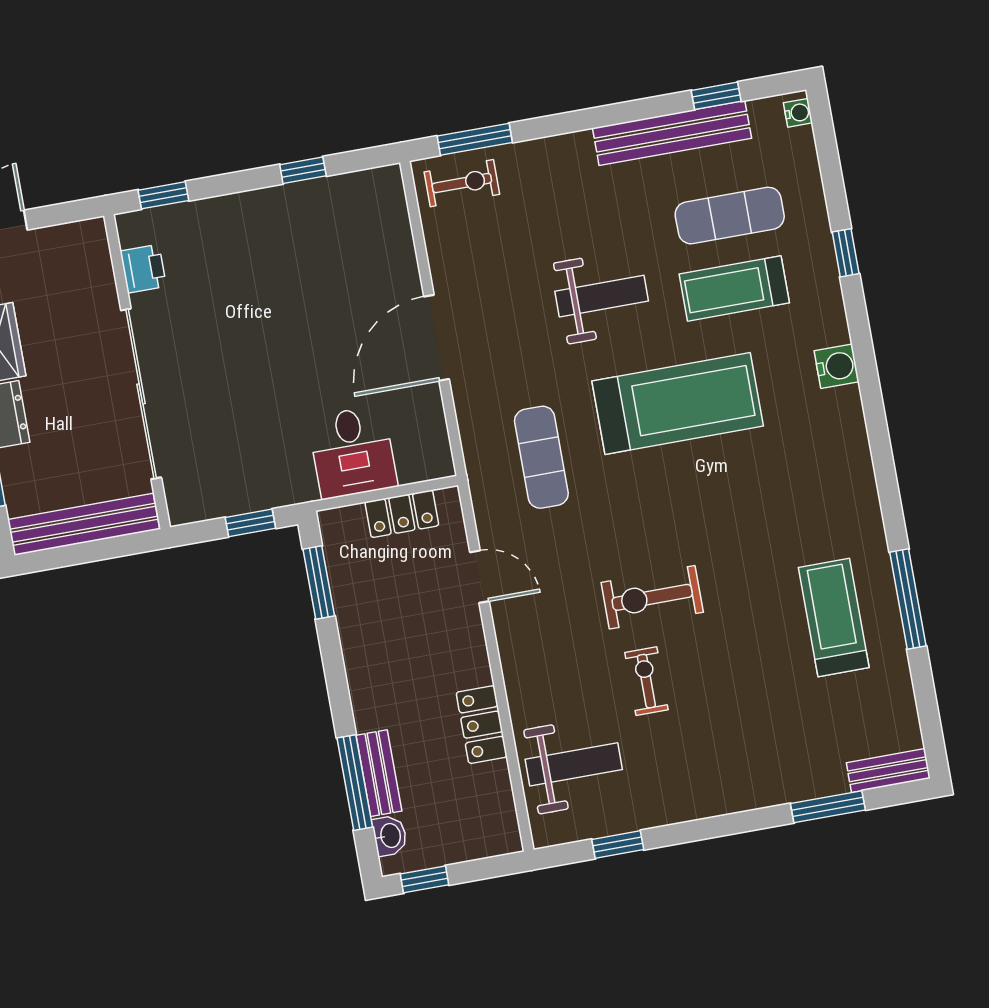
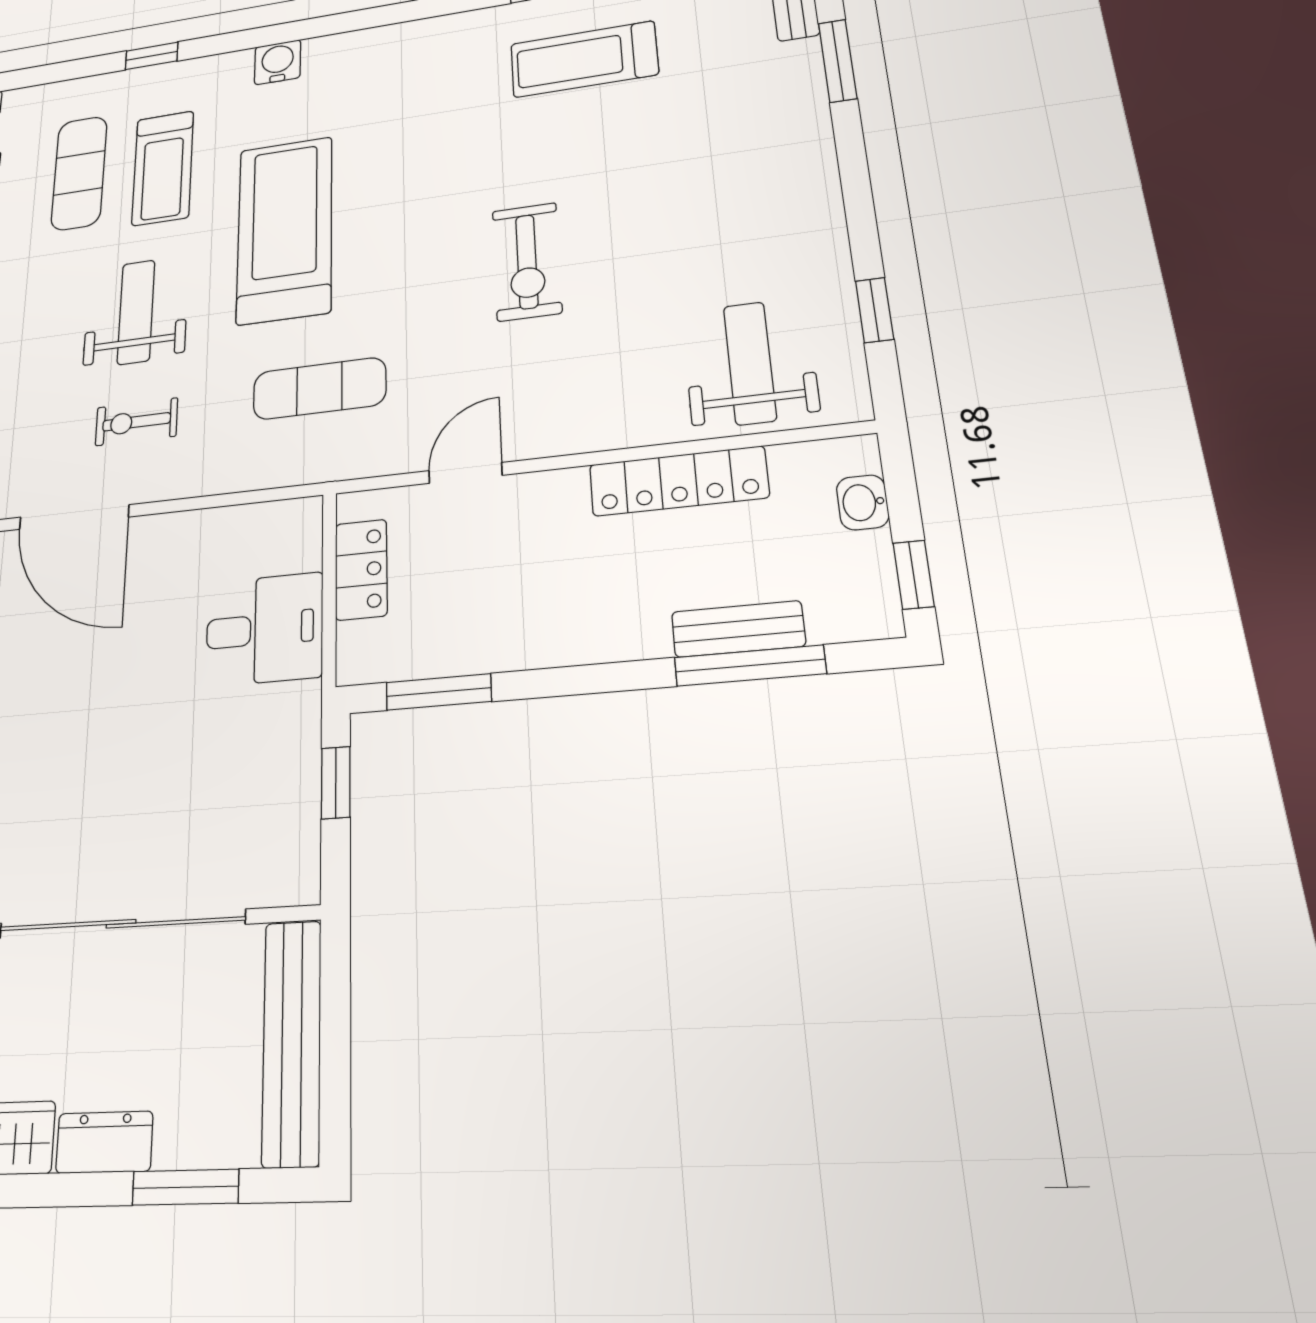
door: (437, 338) -> (74, 517), moved
exercise bike: (646, 681) -> (137, 422), moved
locker: (482, 725) -> (678, 481), width x1.53
washbasin: (390, 836) -> (863, 502), moved, turned -90

